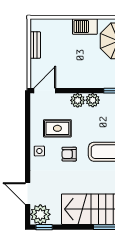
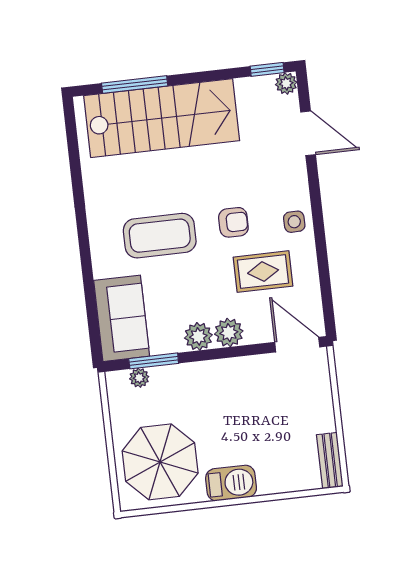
bench: (35, 45) -> (330, 460), moved
door: (45, 91) -> (297, 345), swing flipped
plant: (40, 214) -> (286, 83), width x0.53, depth x0.53

